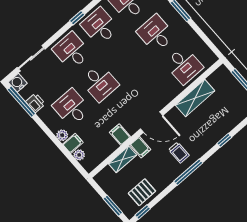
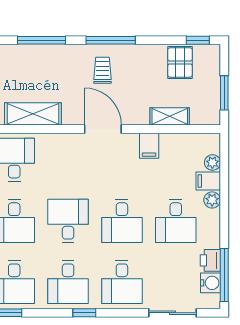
desk: (128, 58) -> (68, 221), added
water cooler: (18, 83) -> (210, 283), moved, turned -90
desk: (100, 83) -> (122, 221), turned 180
window: (224, 140) -> (42, 40), width x2.17
filing cabinet: (140, 147) -> (139, 113), removed
pallet: (142, 192) -> (180, 62), turned 90
window: (113, 206) -> (224, 93), moved

